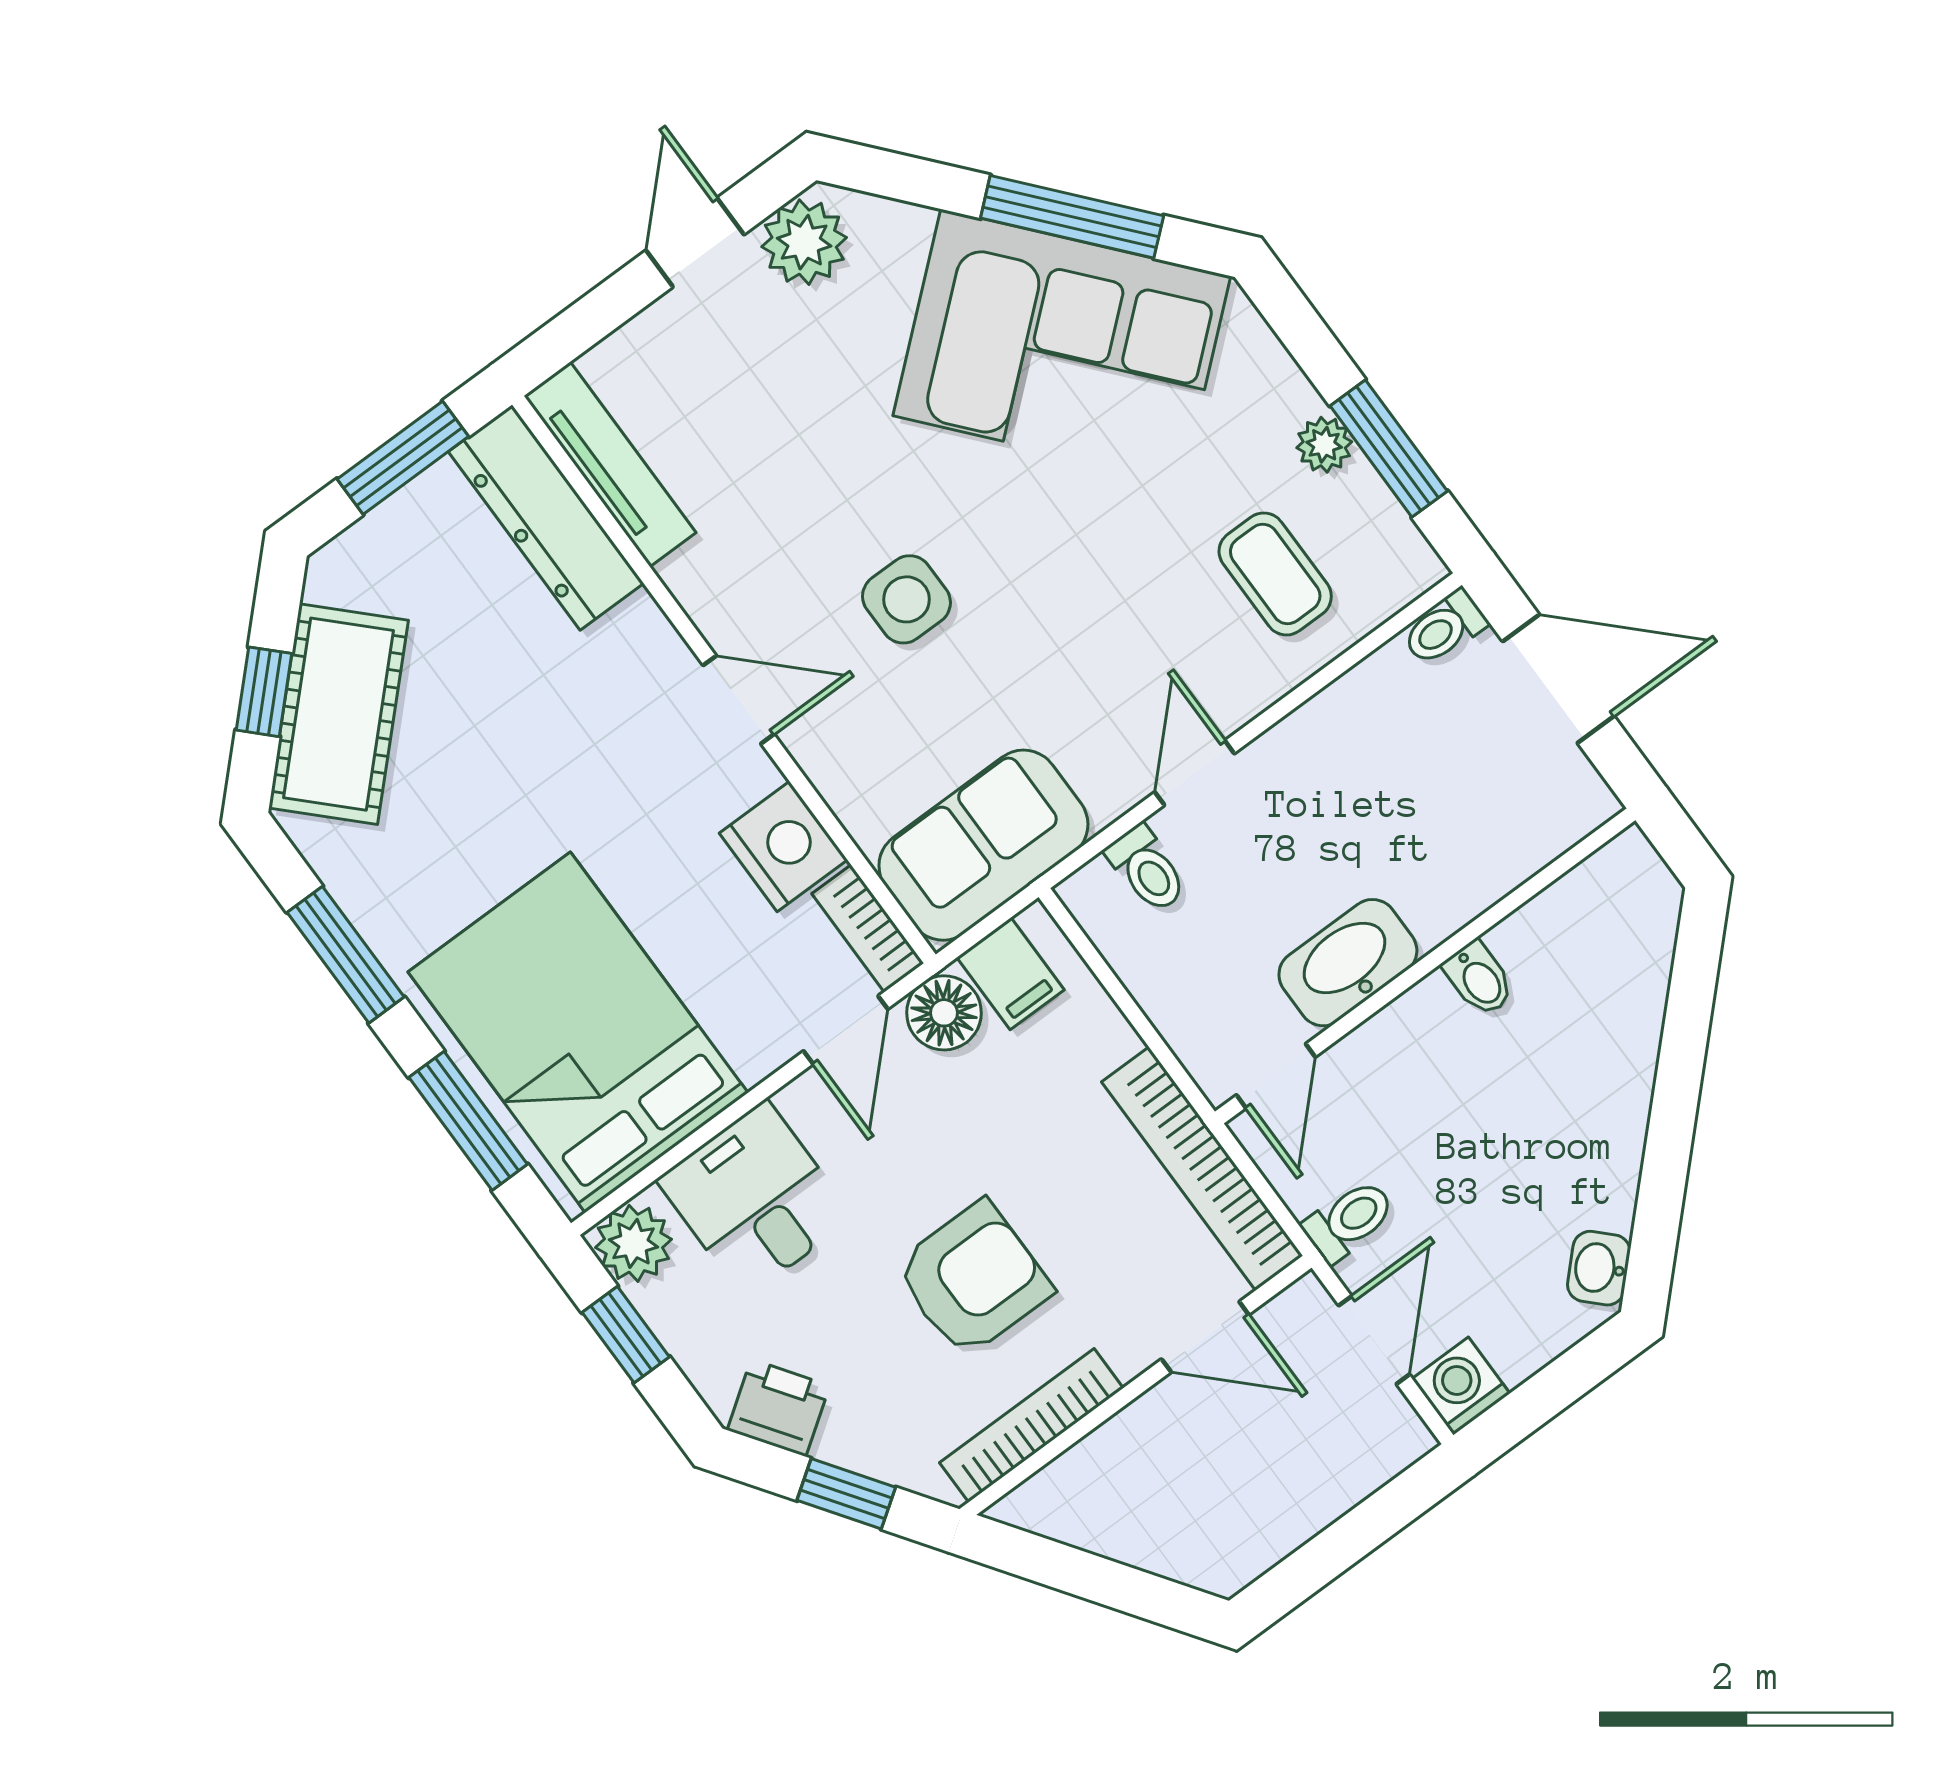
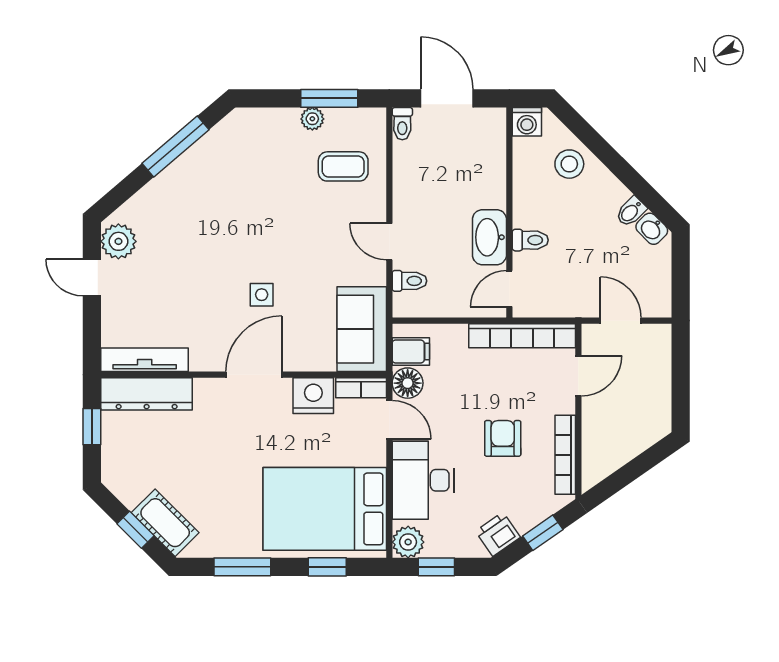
corner sofa: (1062, 346) -> (216, 181), removed
window: (403, 458) -> (92, 427), width x0.67
side table: (906, 599) -> (262, 295), width x0.73, depth x0.73
door: (1558, 679) -> (447, 98), hinge flipped
door: (739, 700) -> (254, 375), width x1.37
cot: (339, 714) -> (165, 523), width x0.73, depth x0.75
bidet: (1479, 979) -> (631, 212), moved, turned 135
stool: (1607, 1013) -> (569, 164), added
door: (1276, 1076) -> (509, 289), swing flipped
window: (468, 1121) -> (327, 567), width x0.67
desk: (755, 1199) -> (423, 480), width x1.37
toilet: (1349, 1220) -> (530, 240), moved, turned 90
armchair: (973, 1279) -> (503, 438), width x0.72, depth x0.72
washing machine: (1461, 1386) -> (527, 122), moved, turned -90

